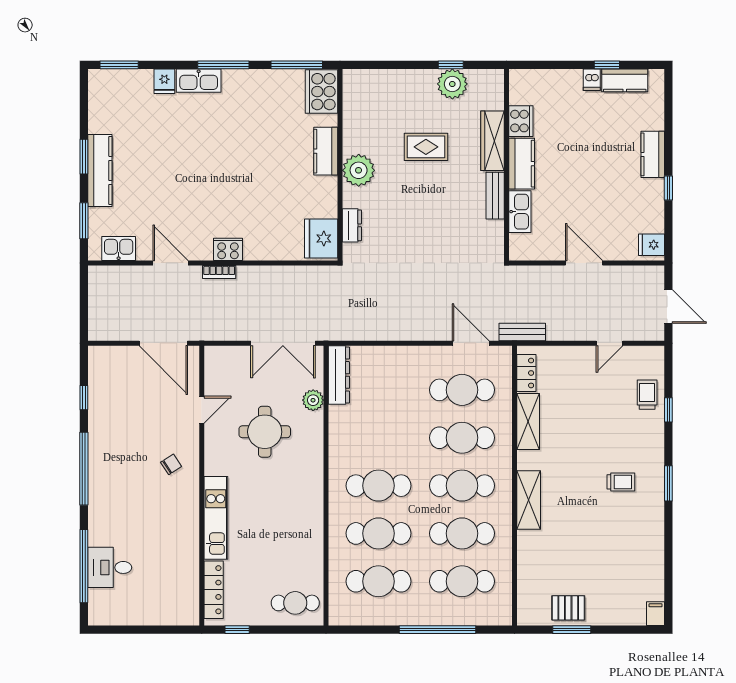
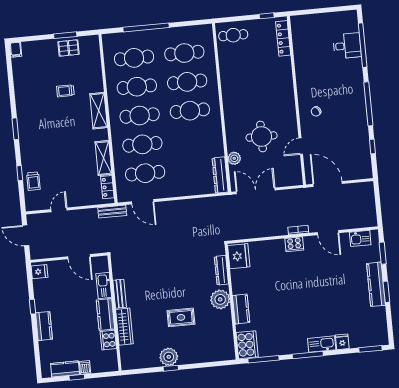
cooker: (521, 121) -> (108, 340), moved
wardrobe: (493, 141) -> (124, 327), moved
kitchen counter: (522, 164) -> (105, 314), moved
wall: (506, 165) -> (115, 313), moved
bench: (495, 196) -> (120, 294), moved
kitchen sink: (520, 212) -> (104, 285), moved
dresser: (352, 225) -> (221, 270), width x1.44
trolley: (621, 482) -> (65, 91), moved
kitchen unit: (216, 518) -> (286, 82), removed

